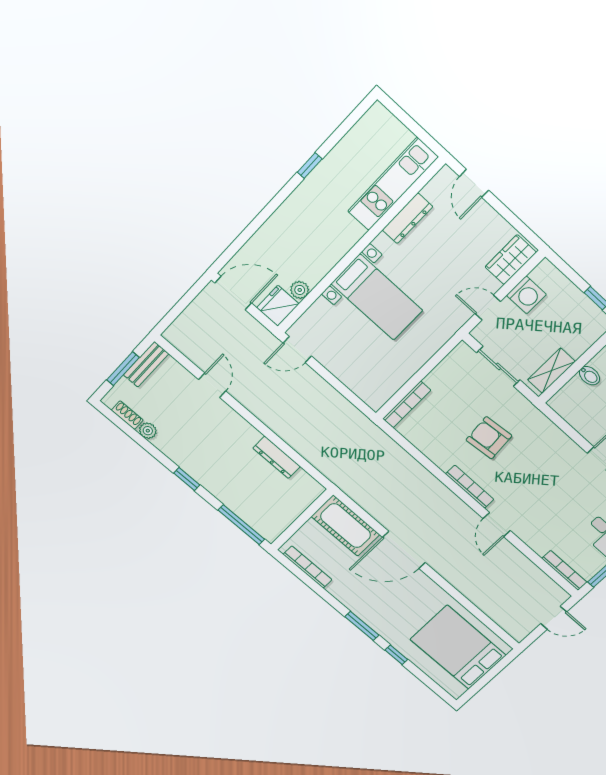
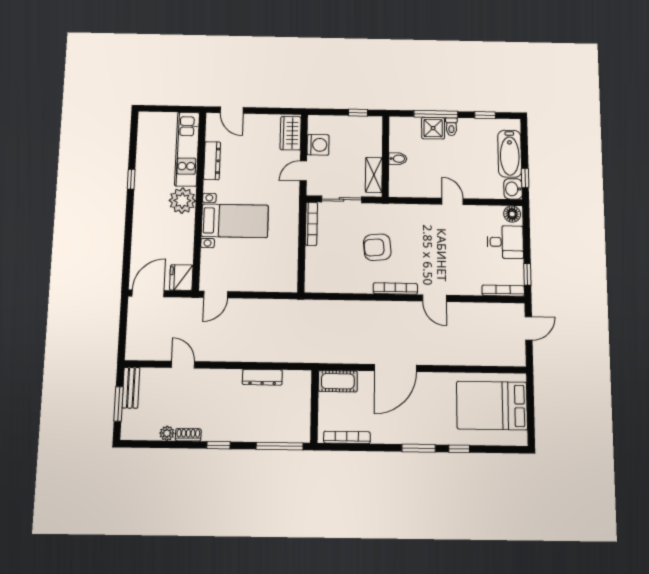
plant: (300, 290) -> (182, 201), moved, width x1.88, depth x1.88
bookcase: (407, 405) -> (311, 224), moved
shoe rack: (127, 415) -> (188, 435), moved
cot: (346, 526) -> (338, 381), width x0.73, depth x0.75

